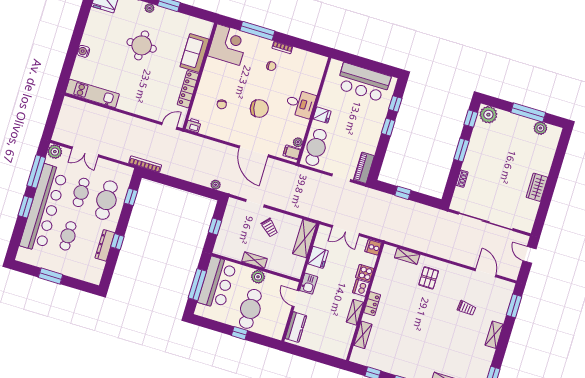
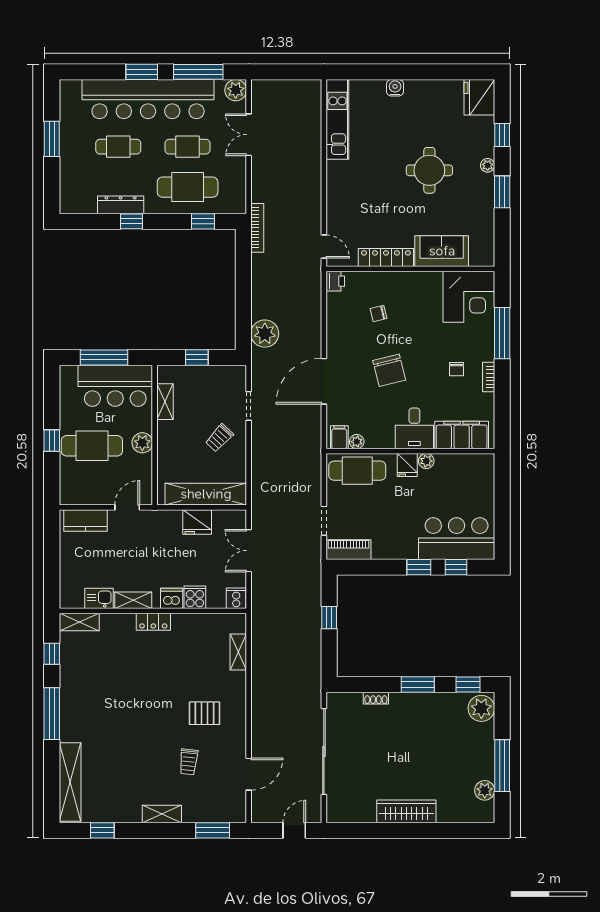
filing cabinet: (313, 75) -> (462, 435), added
bar counter: (364, 82) -> (457, 539), moved, turned 90
plant: (323, 102) -> (426, 461), added
plant: (216, 185) -> (265, 334), width x1.88, depth x1.88
wardrobe: (537, 187) -> (406, 811), width x1.50
shelving: (305, 239) -> (206, 494), width x1.47
shelving: (254, 260) -> (165, 402), moved
pallet: (429, 278) -> (205, 713), moved
kitchen sink: (309, 284) -> (99, 598), moved, turned 180
shelving: (363, 335) -> (79, 622), moved

